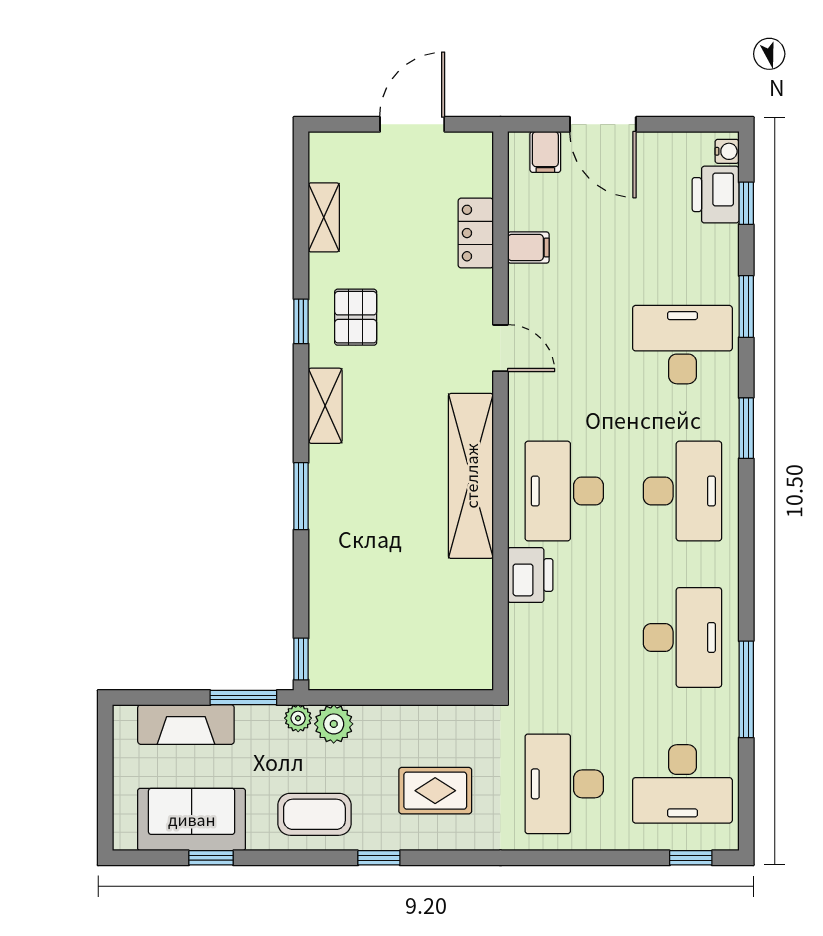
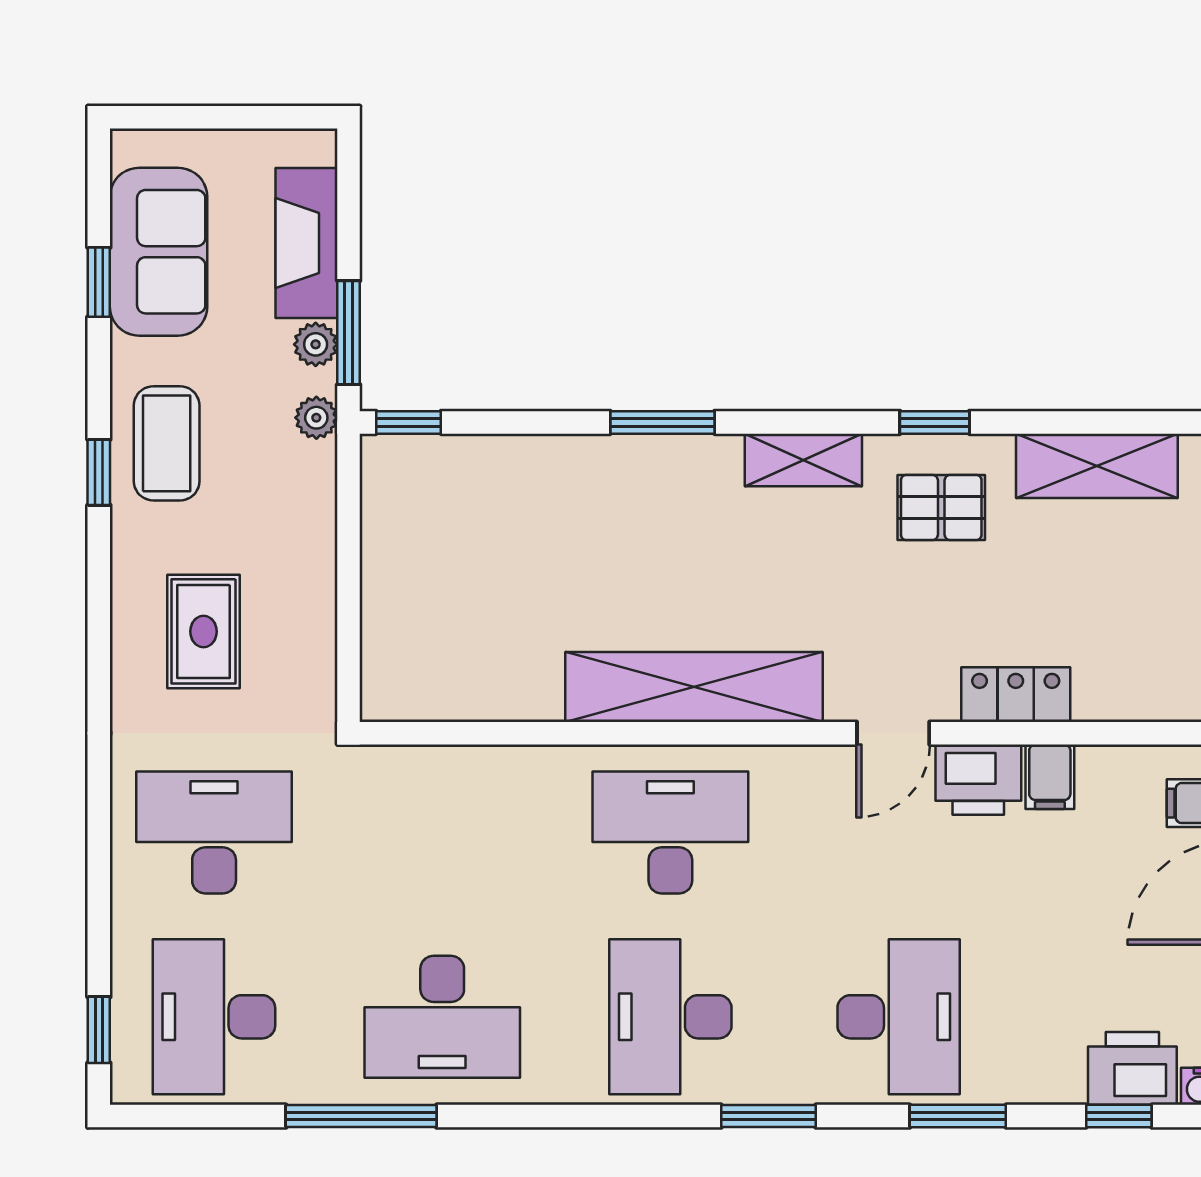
shelving: (324, 217) -> (1097, 466), width x1.50, depth x1.33
locker: (476, 233) -> (1016, 695), moved
desk: (682, 491) -> (670, 1017), turned 90
printer: (530, 575) -> (978, 780), moved
plant: (334, 724) -> (316, 344), moved, width x0.73, depth x0.73
window: (379, 858) -> (99, 472), moved

